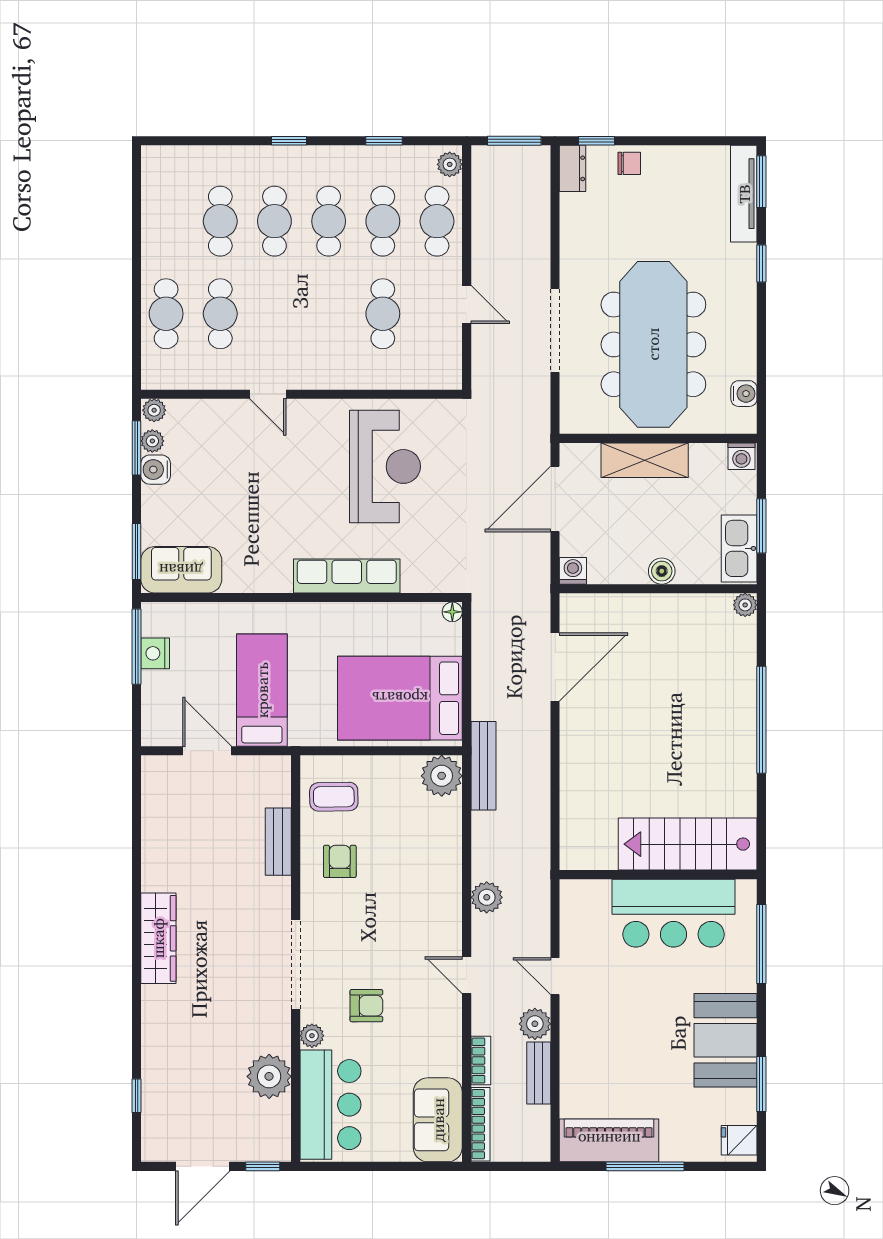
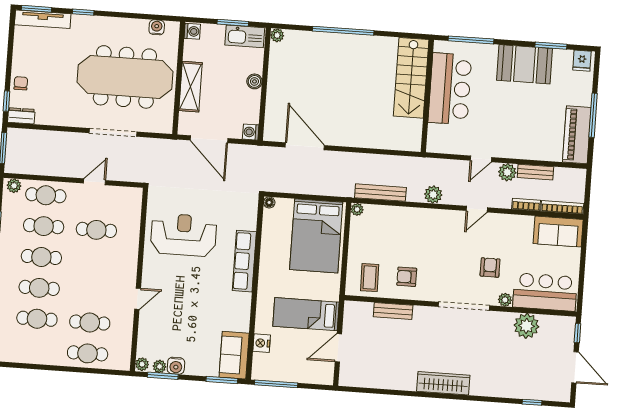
nightstand: (155, 653) -> (262, 343), moved, turned 90
bench: (483, 766) -> (380, 193), moved
plant: (442, 776) -> (357, 209), width x0.53, depth x0.53

